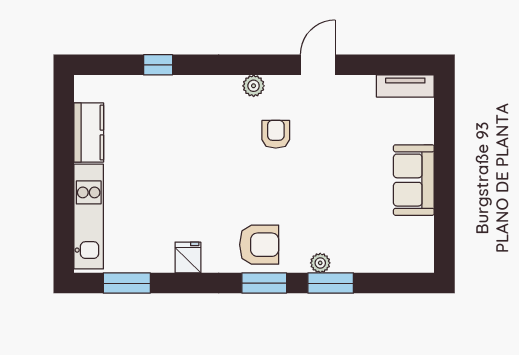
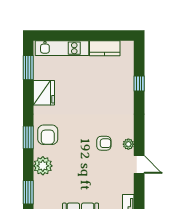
plant: (254, 86) -> (128, 144), moved
fridge: (188, 257) -> (44, 93), width x1.88, depth x1.34
plant: (320, 263) -> (43, 166), width x1.87, depth x1.87
window: (331, 283) -> (28, 192), moved

